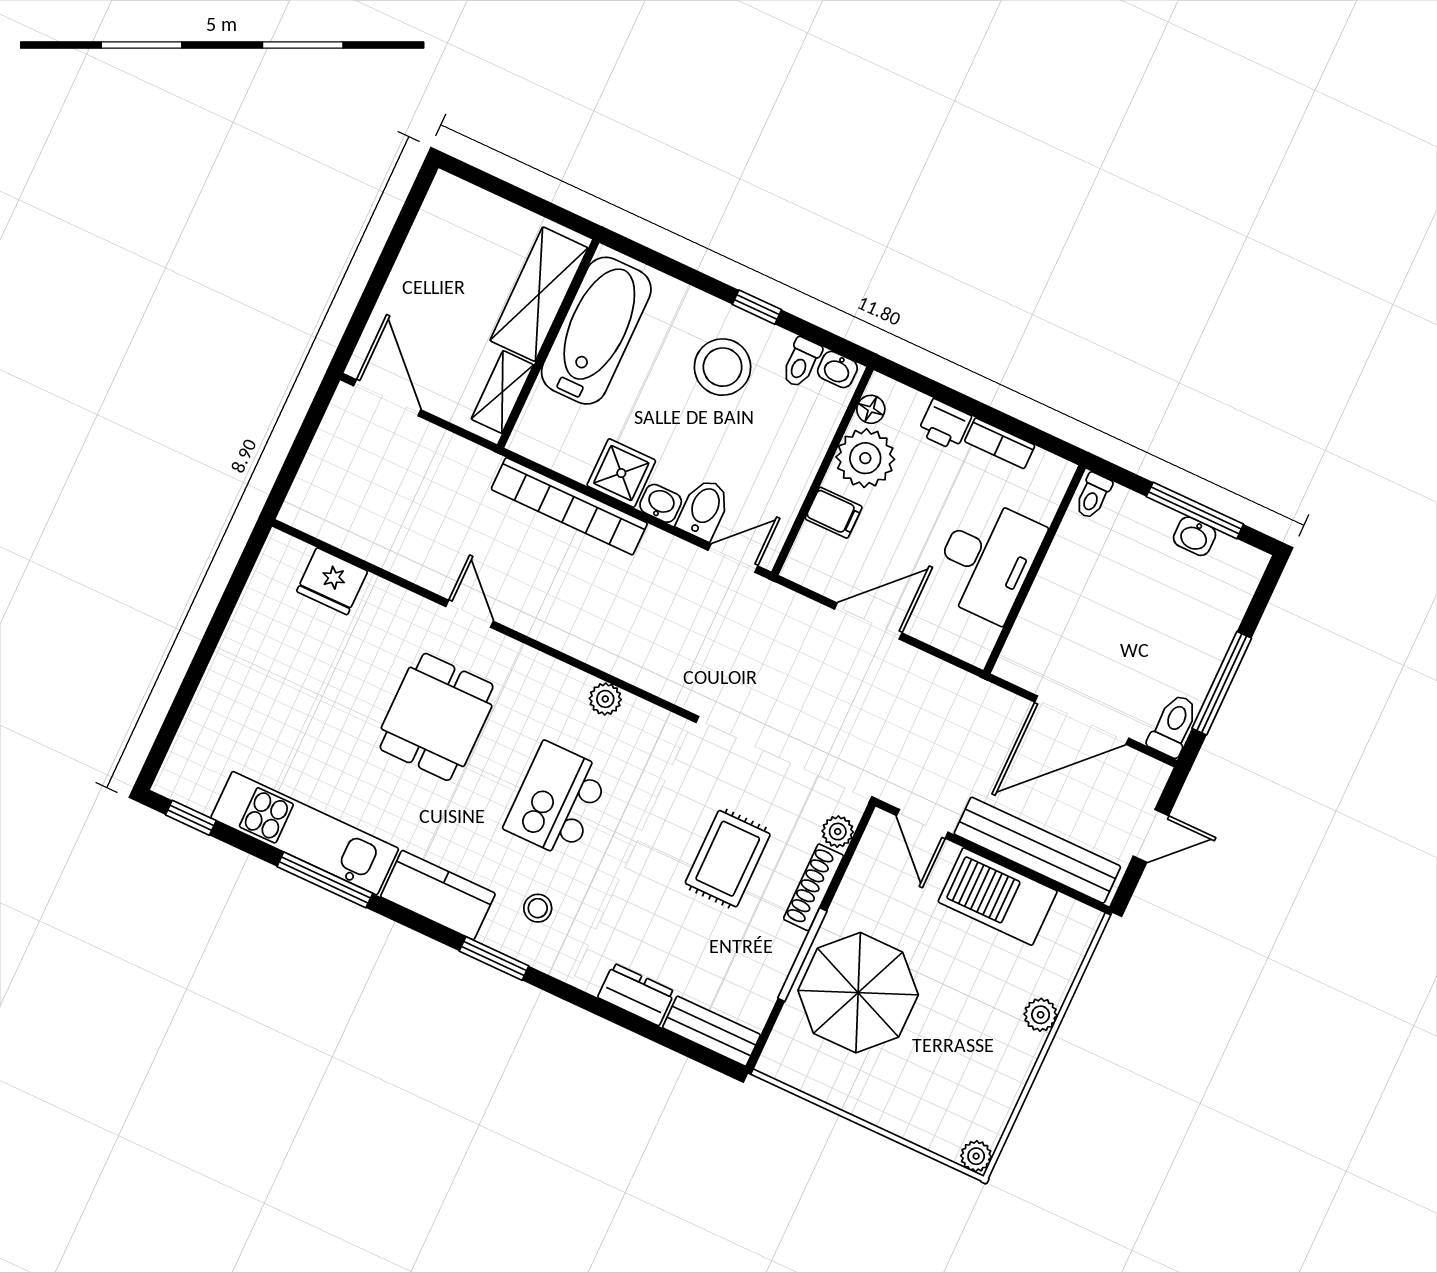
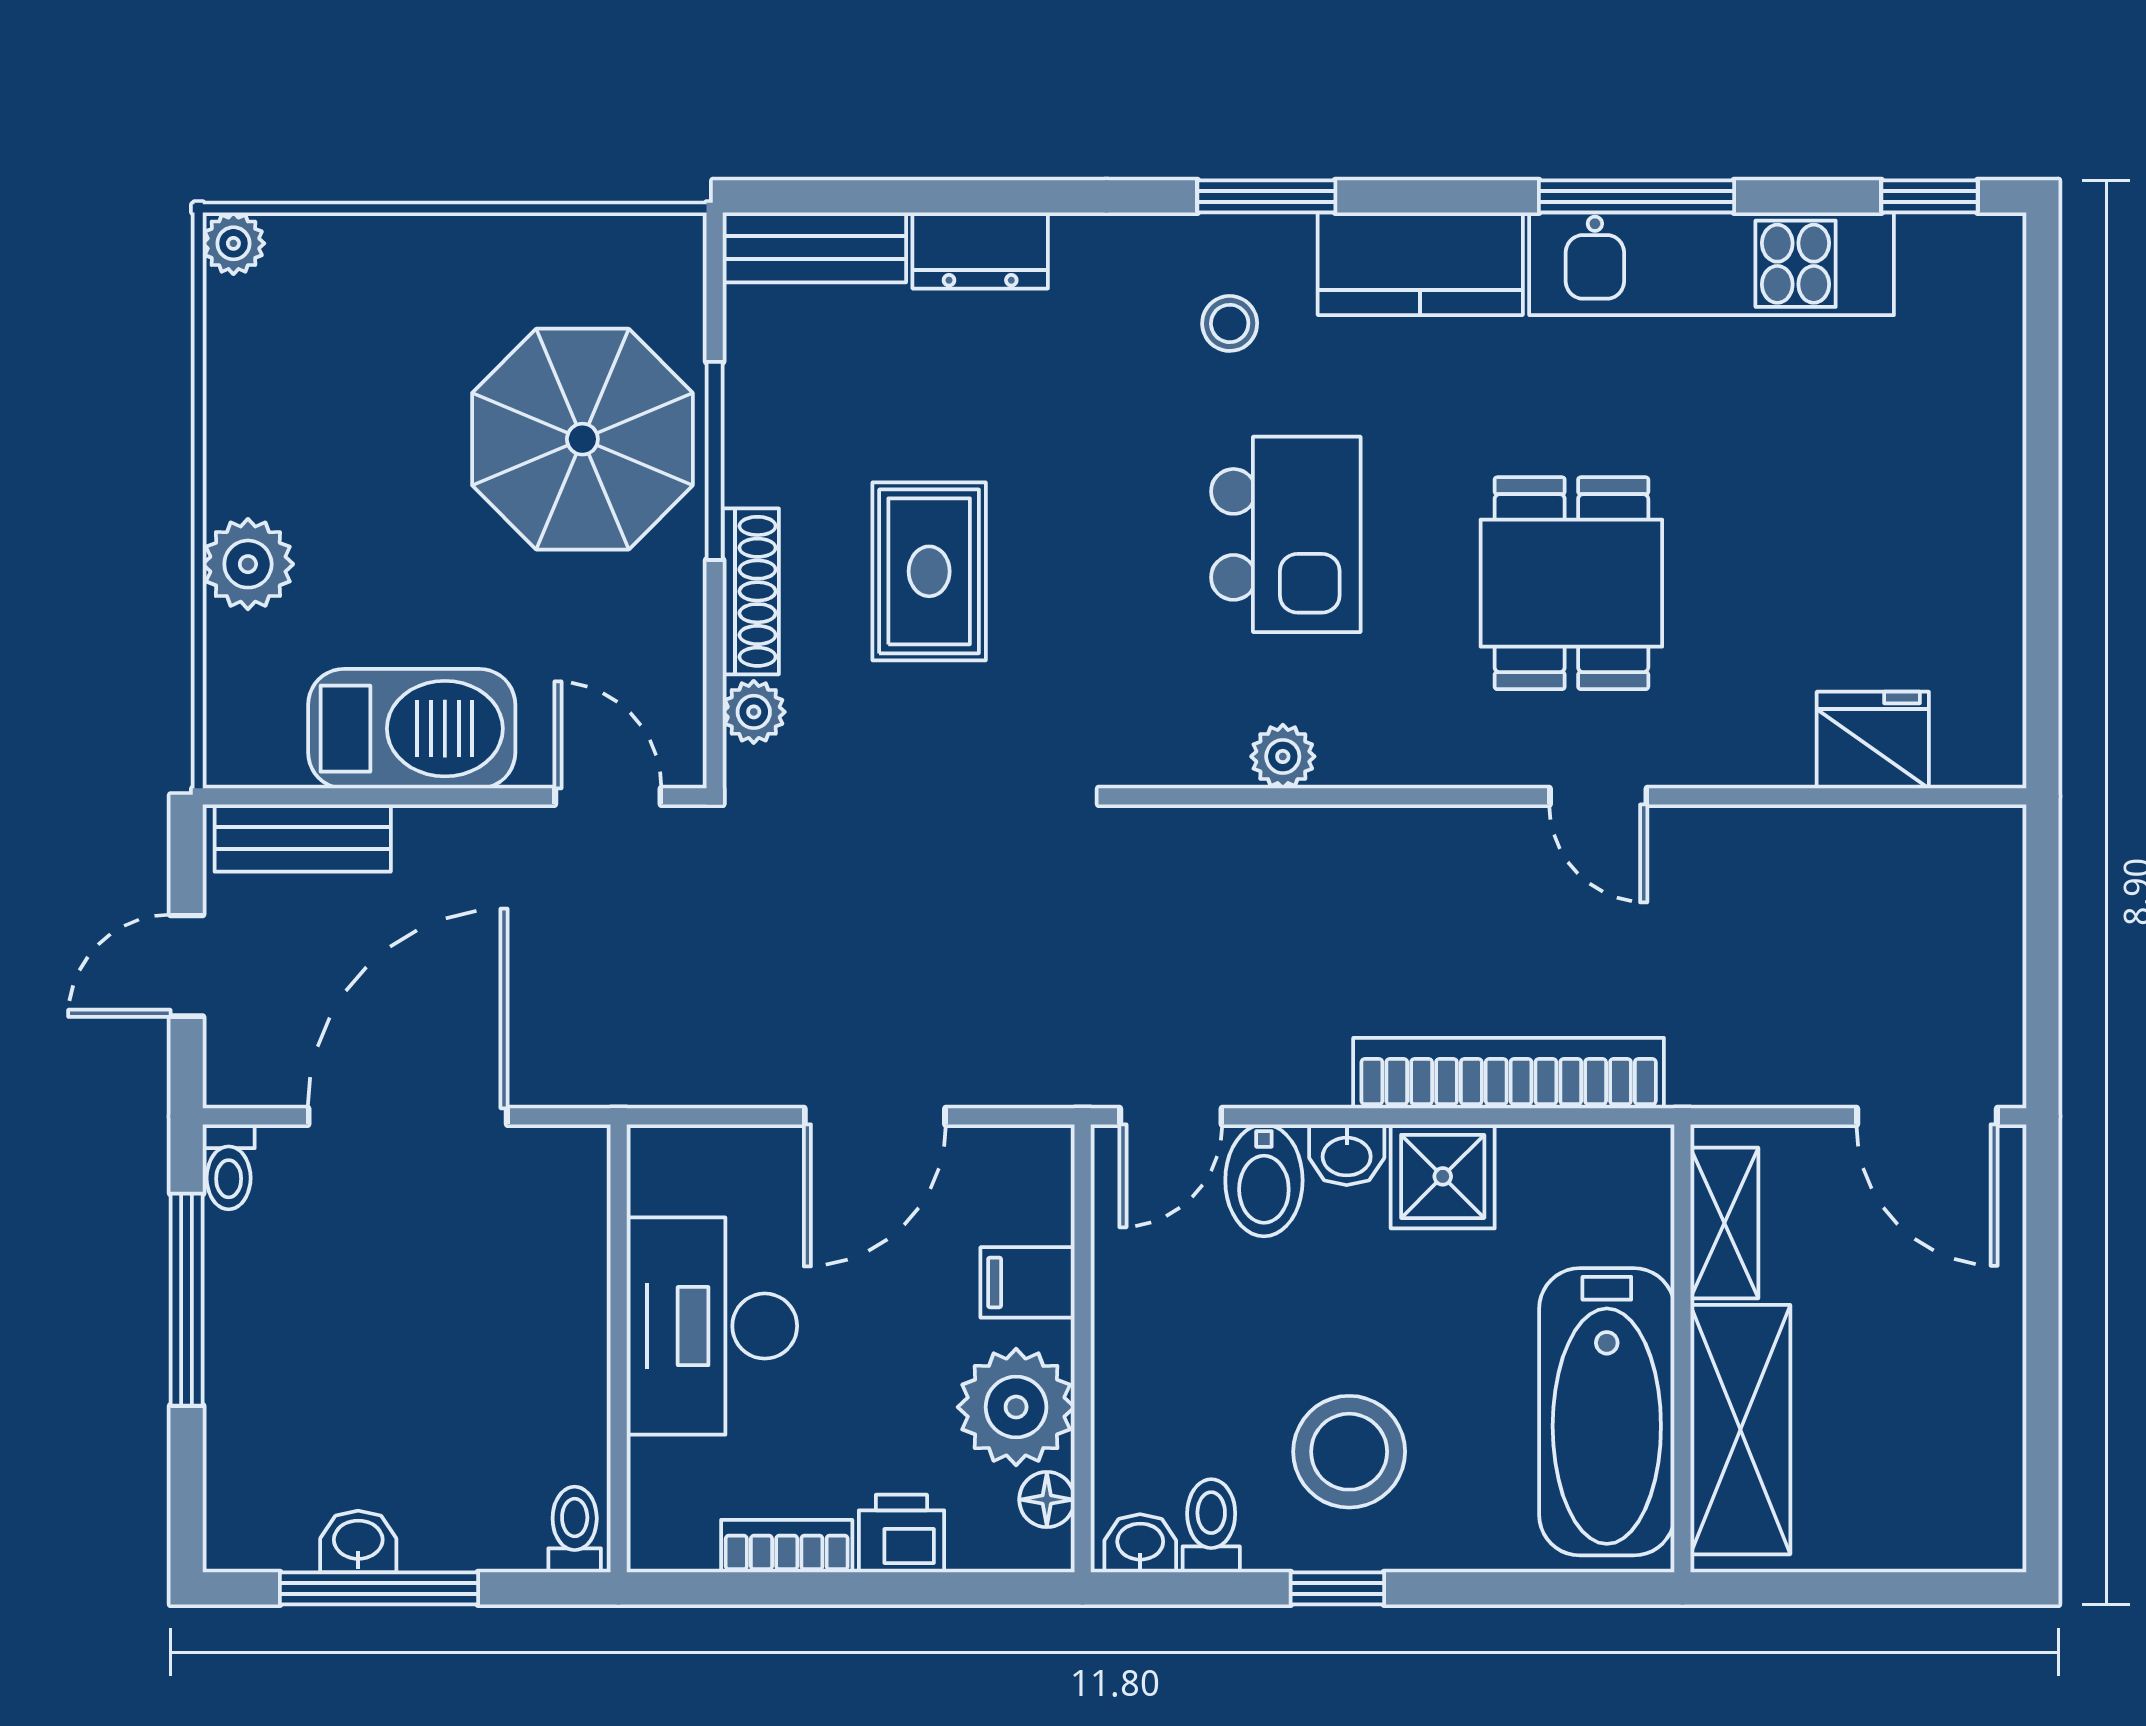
toilet: (1173, 725) -> (229, 1167), width x0.73, depth x0.72
bench: (1037, 850) -> (303, 838), width x0.54, depth x0.82
plant: (1041, 1015) -> (248, 564), width x1.38, depth x1.38

